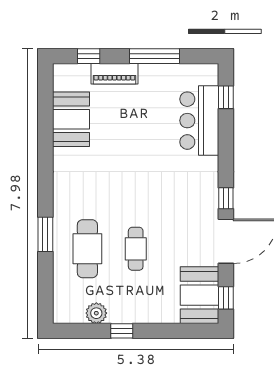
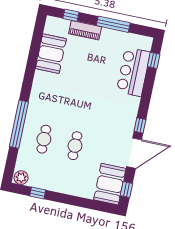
window: (45, 234) -> (19, 124), width x2.11
cafe table: (87, 249) -> (44, 139), width x0.73, depth x0.74
plant: (96, 313) -> (21, 178), moved
window: (122, 331) -> (38, 193), moved

